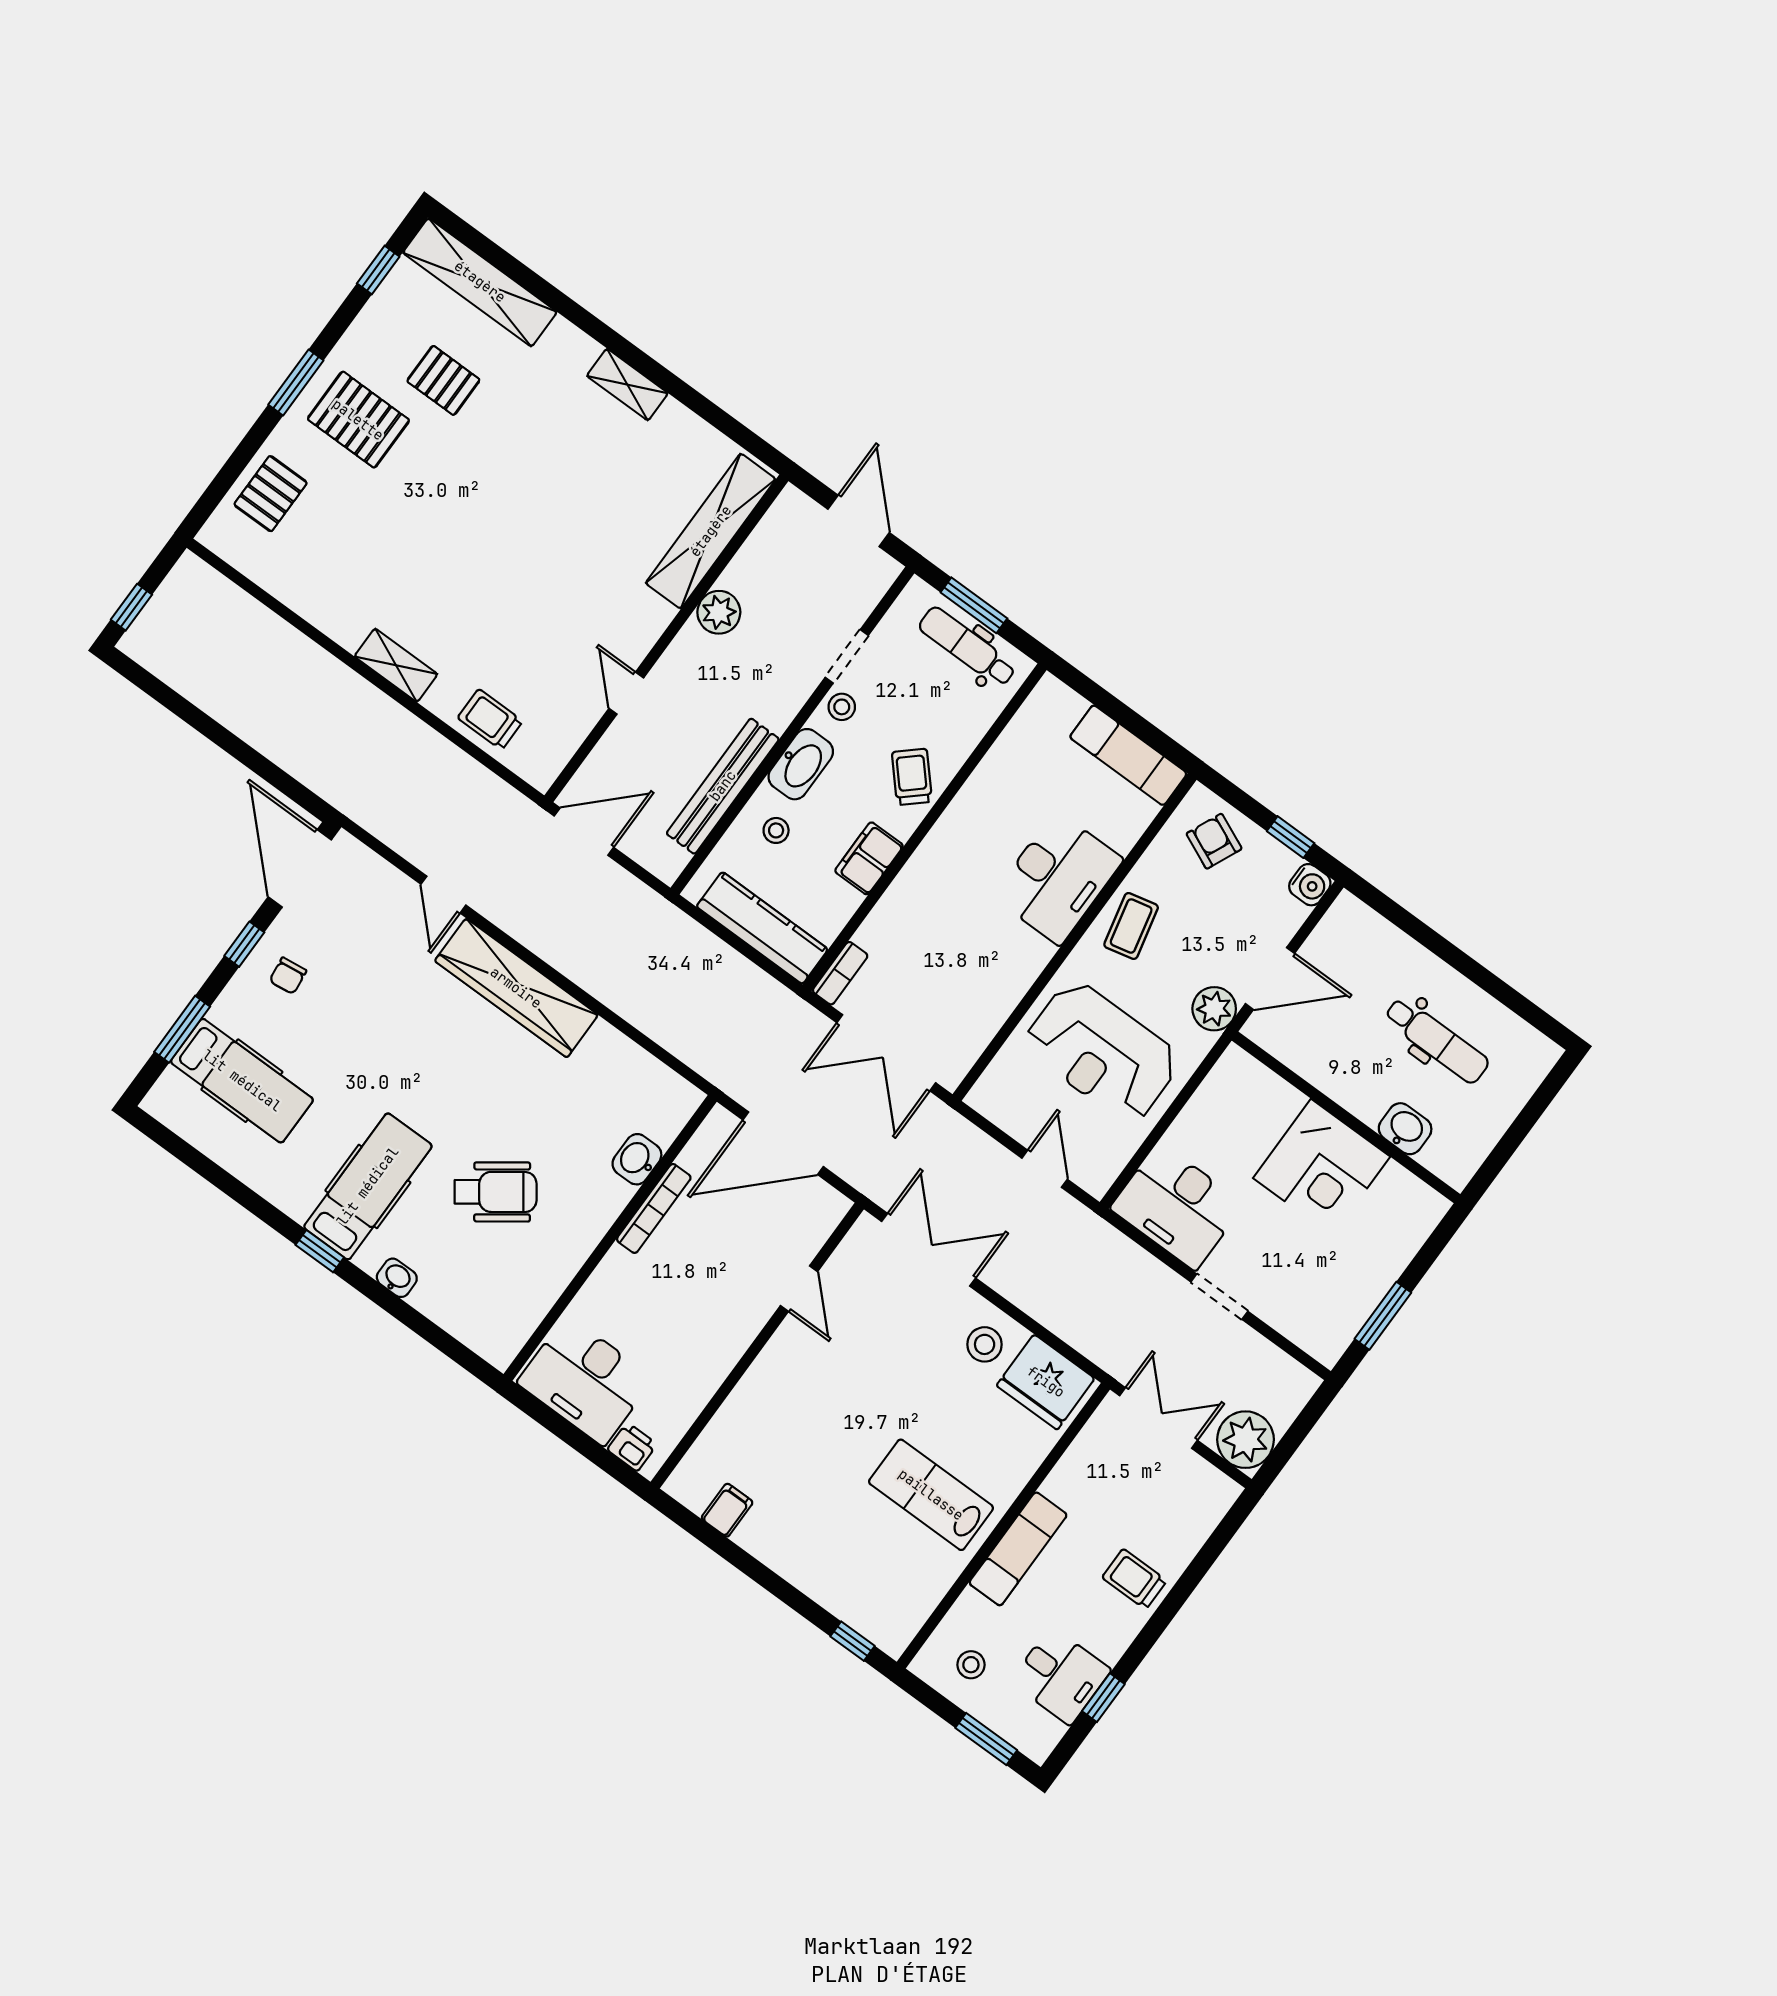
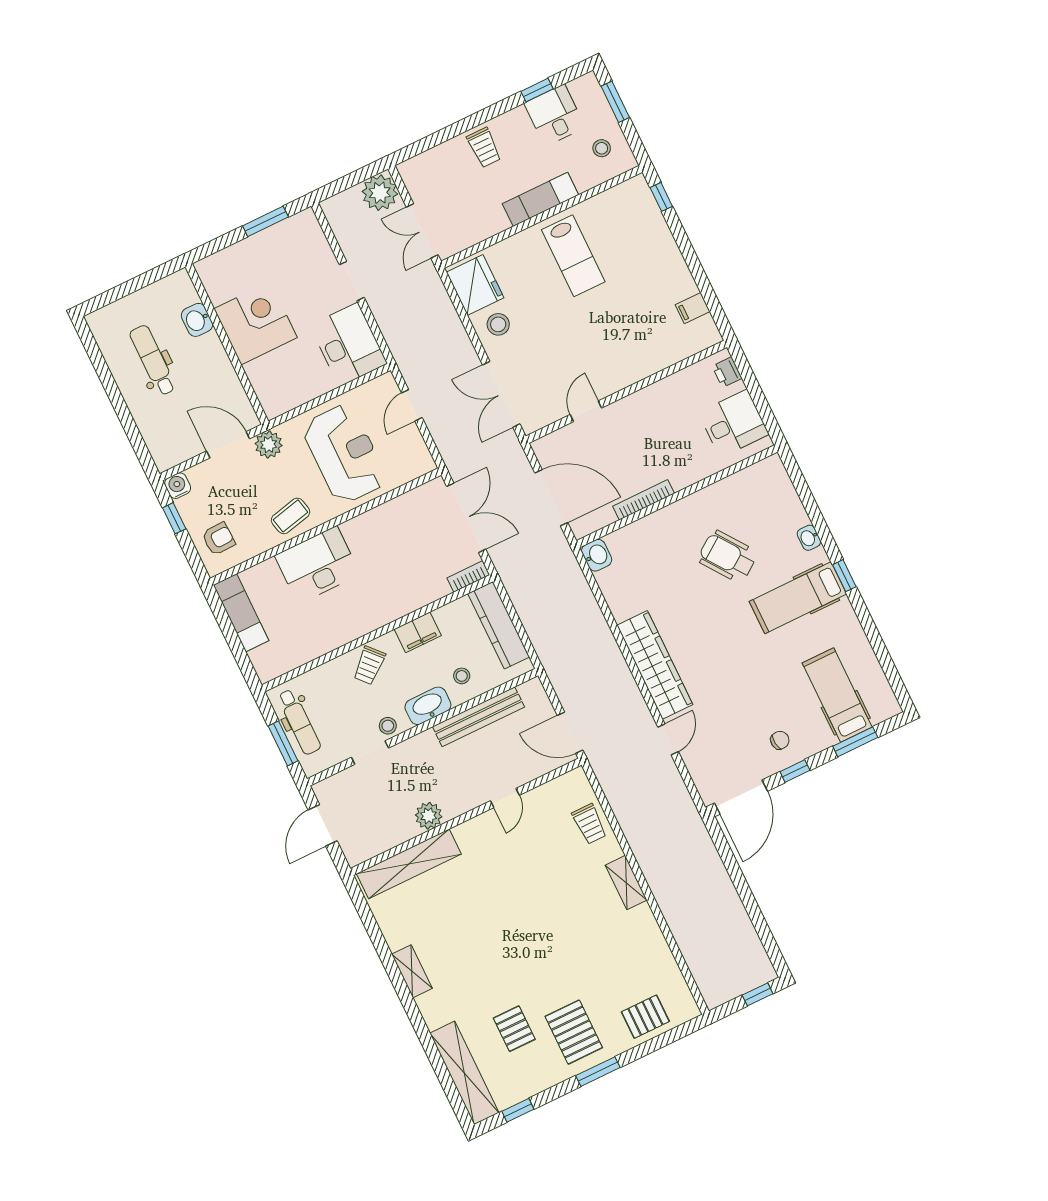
armchair: (1214, 841) -> (219, 539), turned -116
washbasin: (637, 1159) -> (597, 555), moved, turned -90
desk: (585, 1381) -> (734, 423), width x0.73

